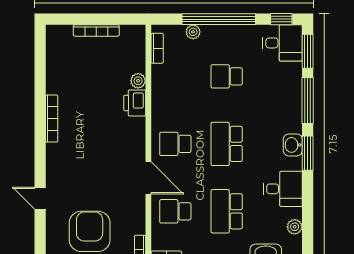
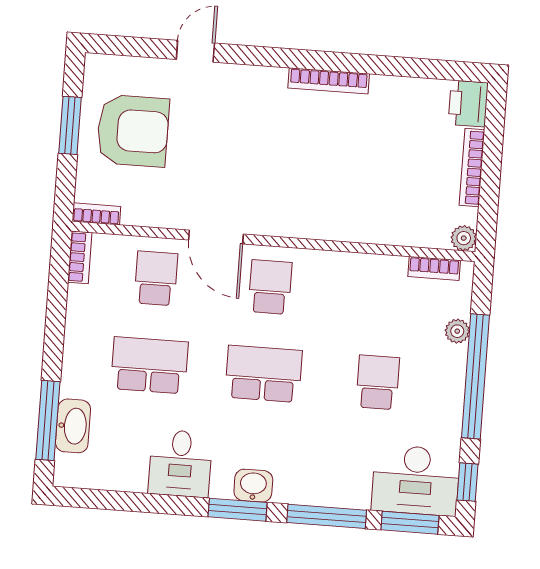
desk: (282, 43) -> (416, 480), width x1.37
plant: (138, 81) -> (464, 238), moved
printer: (135, 103) -> (468, 104), moved, turned -90
door: (148, 178) -> (216, 237), hinge flipped
plant: (295, 227) -> (115, 478), removed

